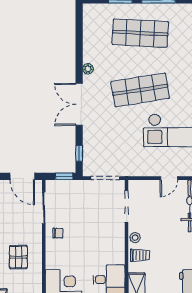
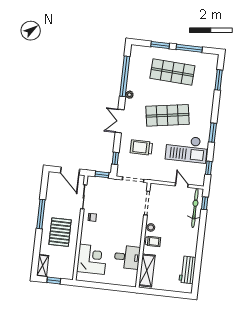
window: (79, 46) -> (125, 76), added
double door: (79, 104) -> (120, 121), width x0.73
trolley: (111, 135) -> (141, 147), added
door: (169, 178) -> (182, 185), swing flipped
pallet: (18, 257) -> (60, 232), width x1.50, depth x1.42

